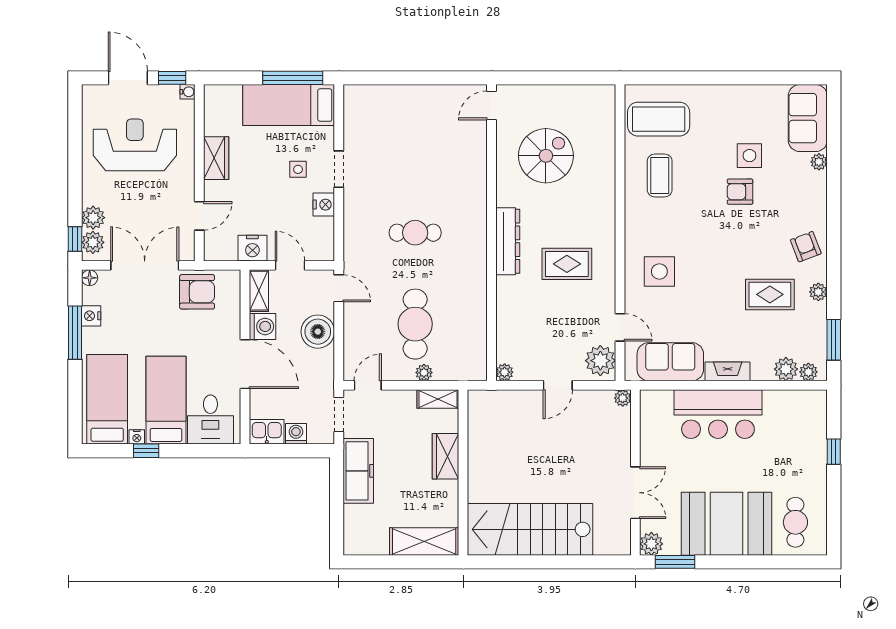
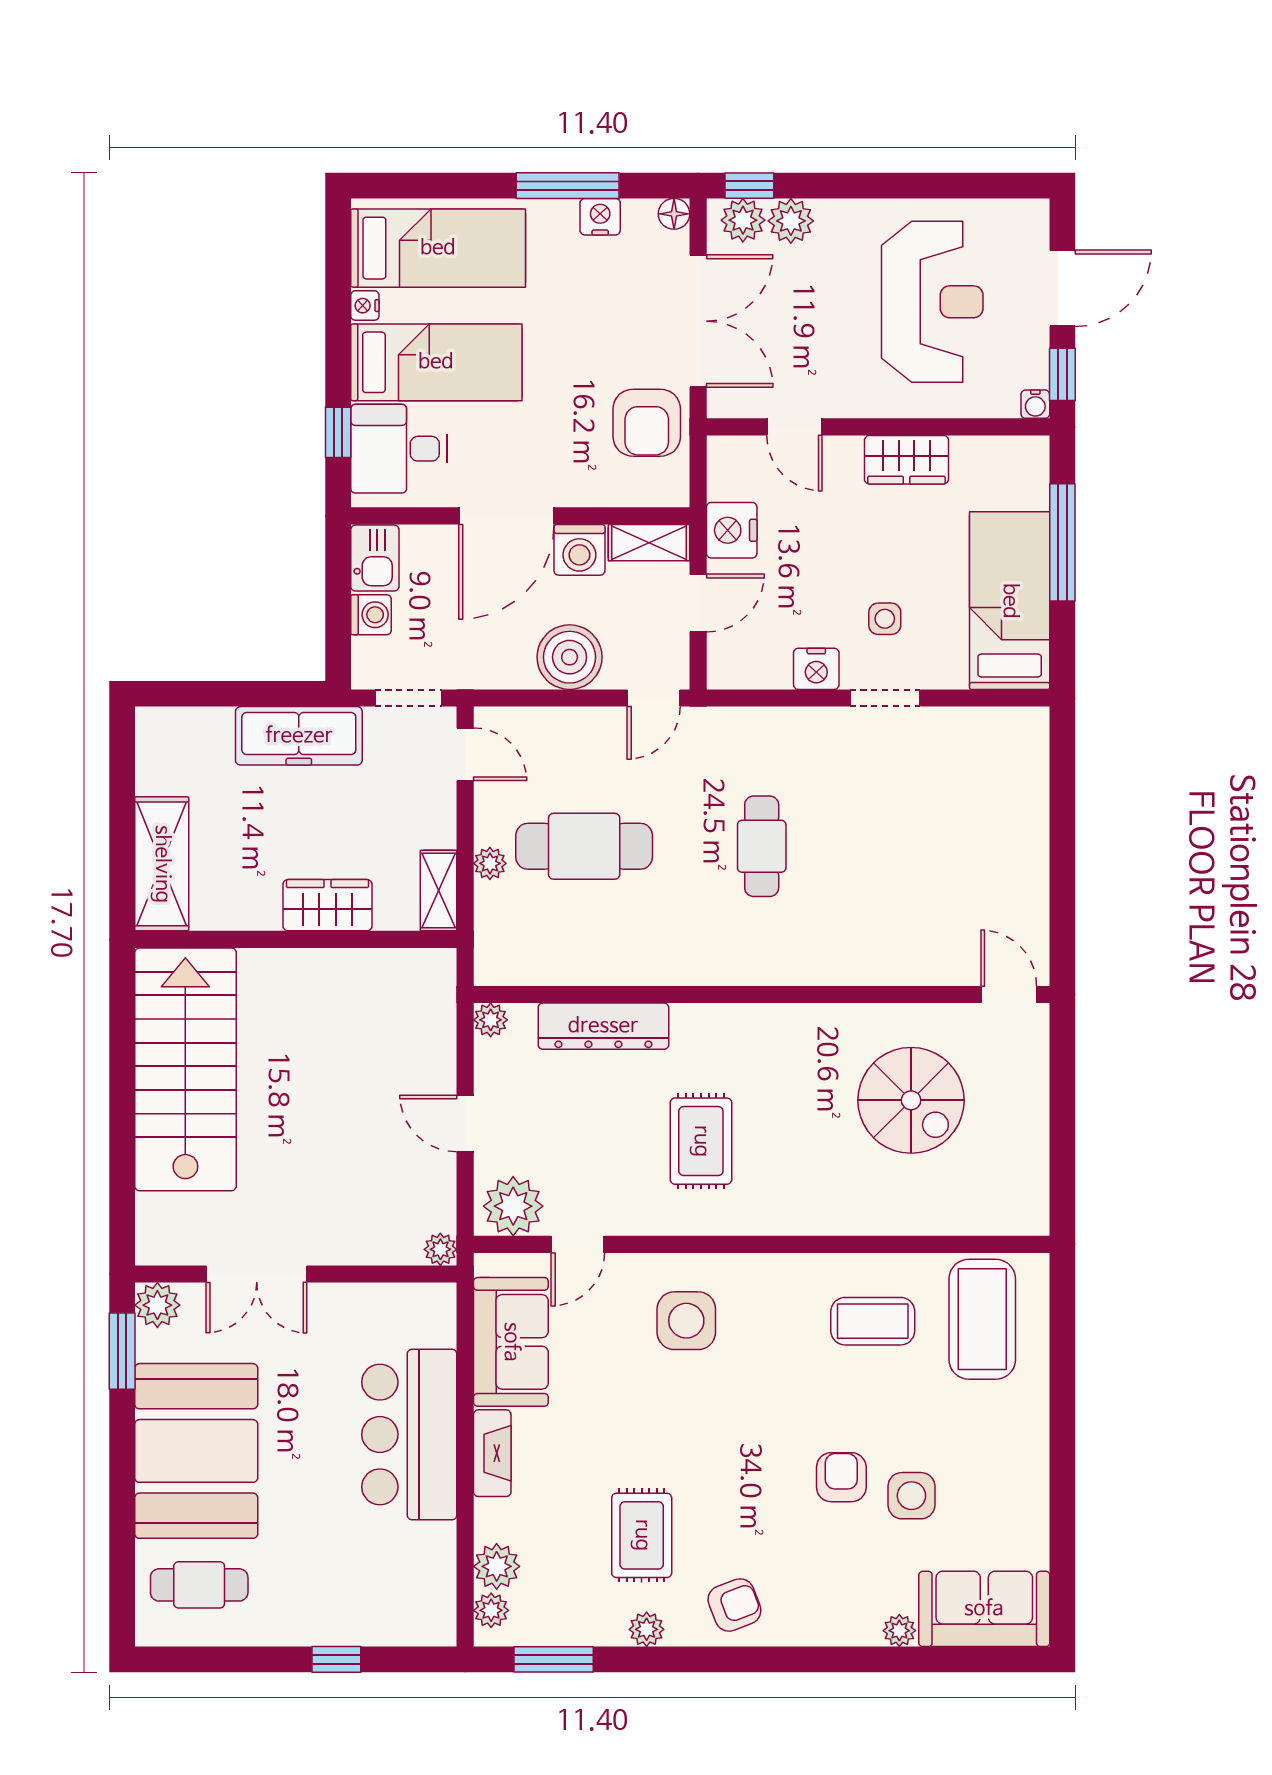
window: (293, 78) -> (1062, 542), moved
dresser: (508, 241) -> (603, 1026), moved
window: (146, 451) -> (338, 432), moved

